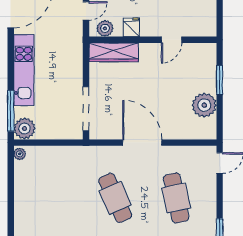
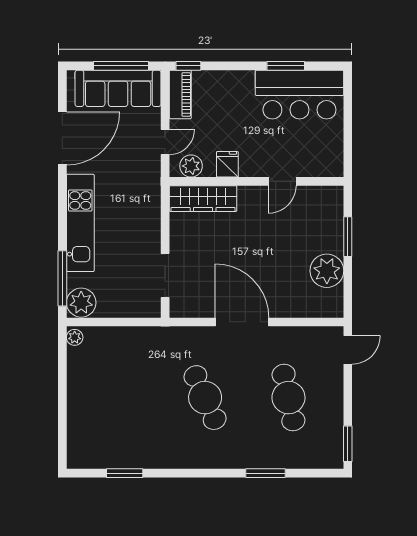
doorway: (86, 109) -> (165, 275), width x0.73

